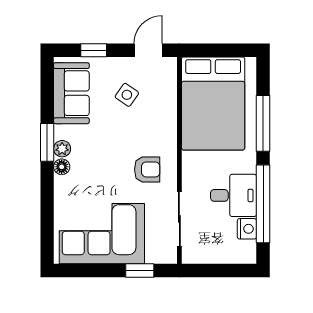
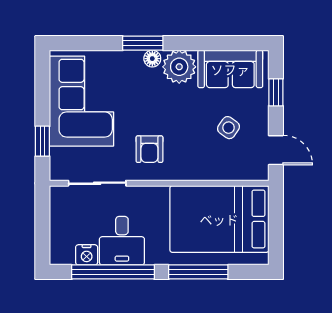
window: (47, 142) -> (143, 43), moved
plant: (62, 149) -> (179, 67), width x1.88, depth x1.88

